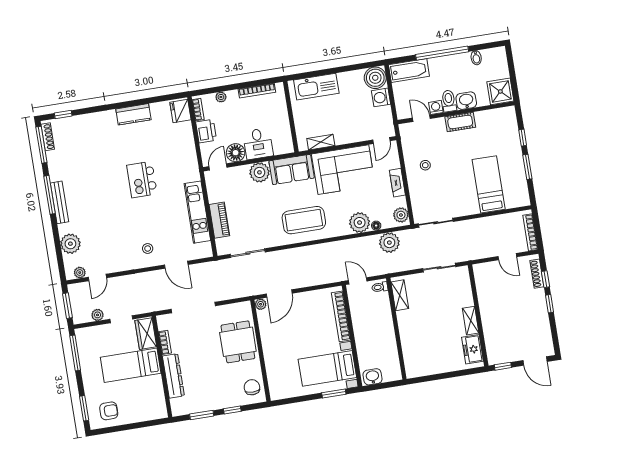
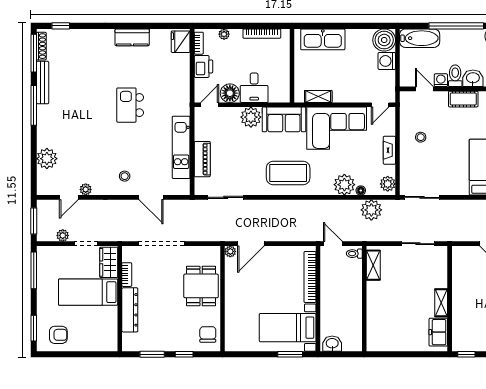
bench: (59, 202) -> (43, 83), moved
plant: (80, 273) -> (86, 189), moved

